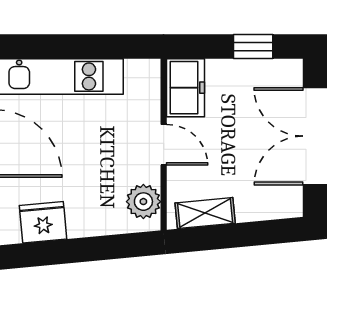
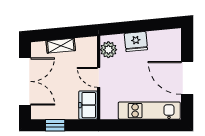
shelving: (205, 213) -> (61, 46), moved
fridge: (43, 222) -> (136, 42), moved

